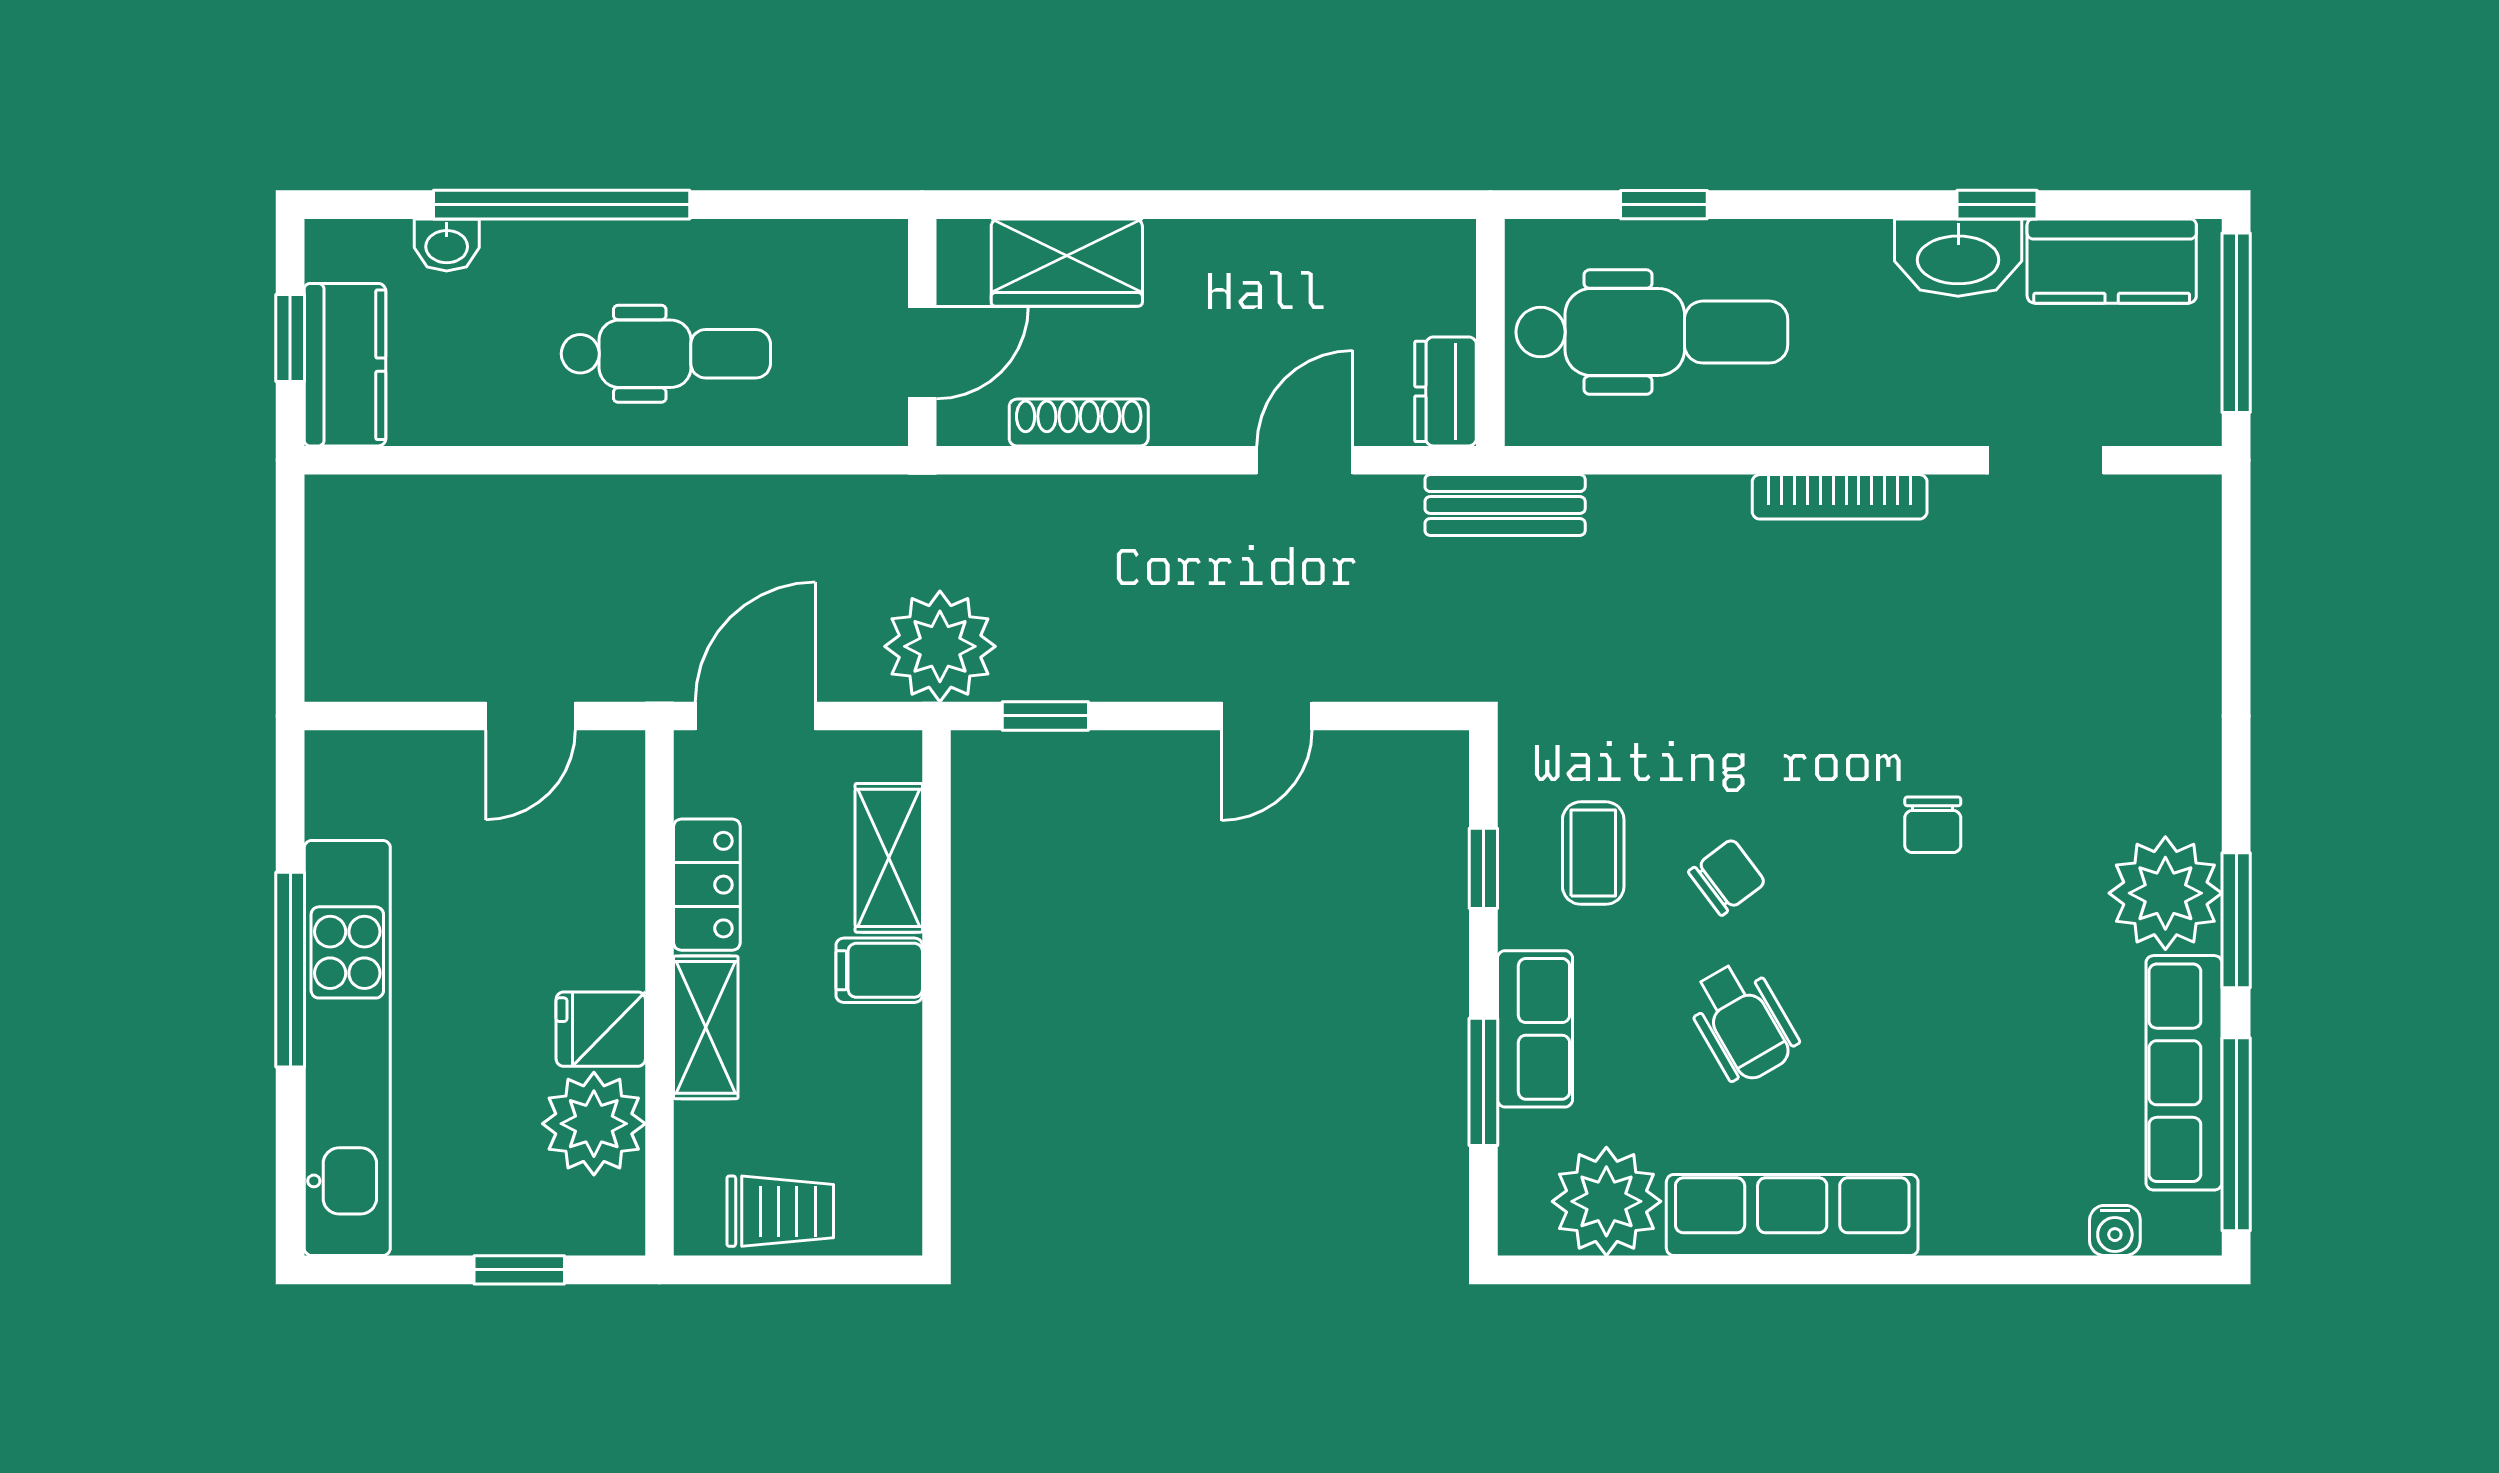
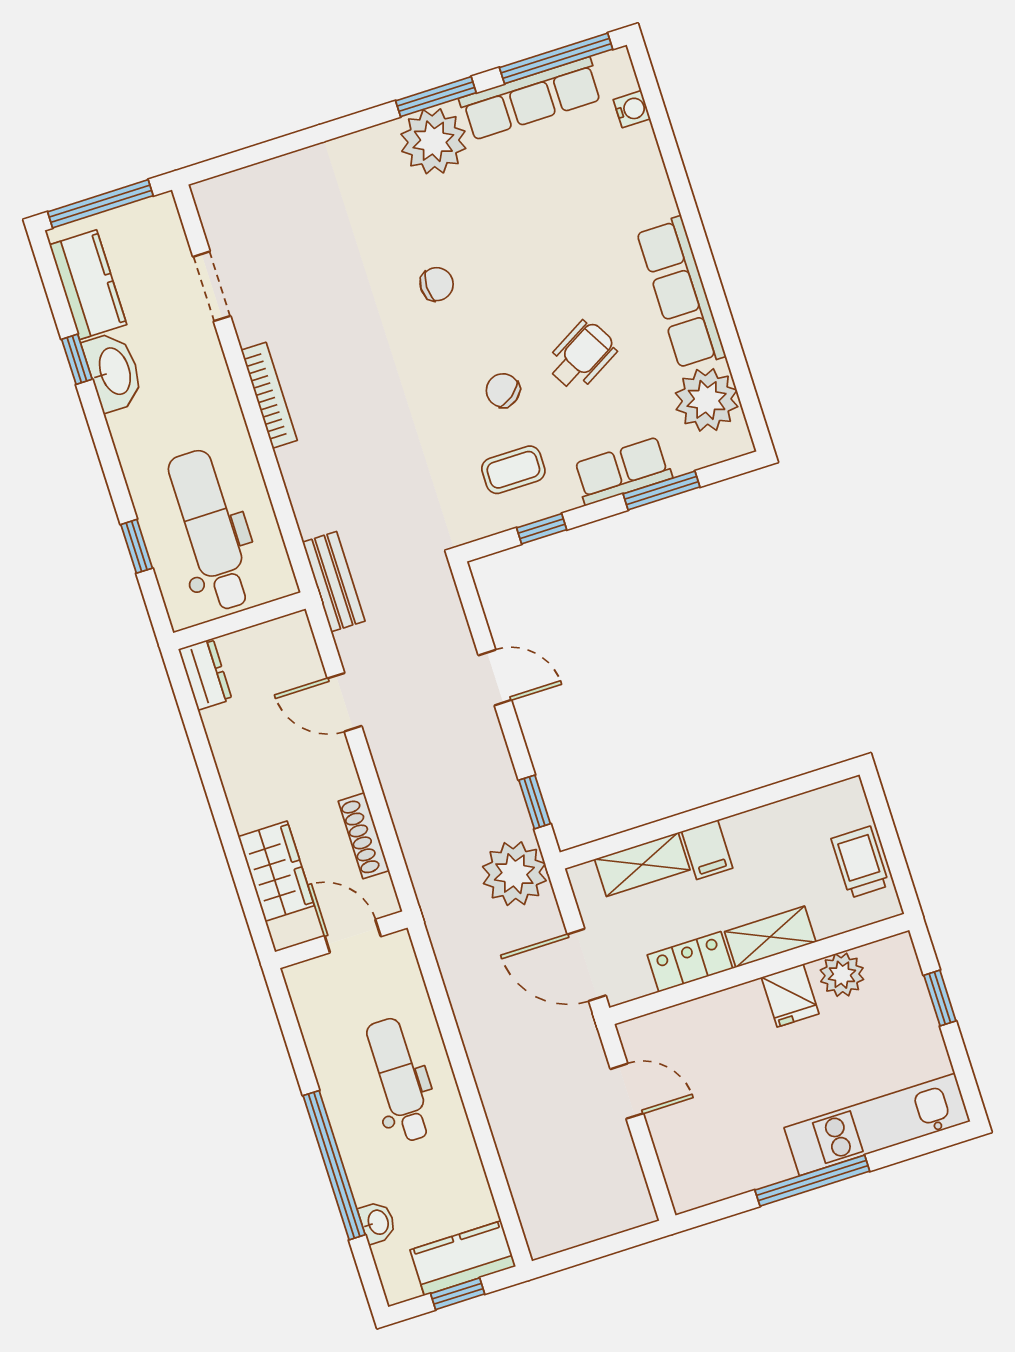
dresser: (1445, 391) -> (205, 674), moved, turned -90
kitchen unit: (347, 1048) -> (877, 1124), width x0.73
plant: (594, 1124) -> (842, 975), width x0.73, depth x0.73

